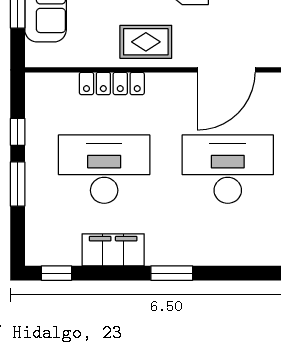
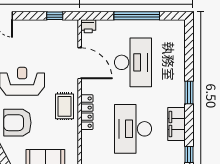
locker: (112, 83) -> (87, 112), moved
desk: (228, 169) -> (133, 62), turned 180

